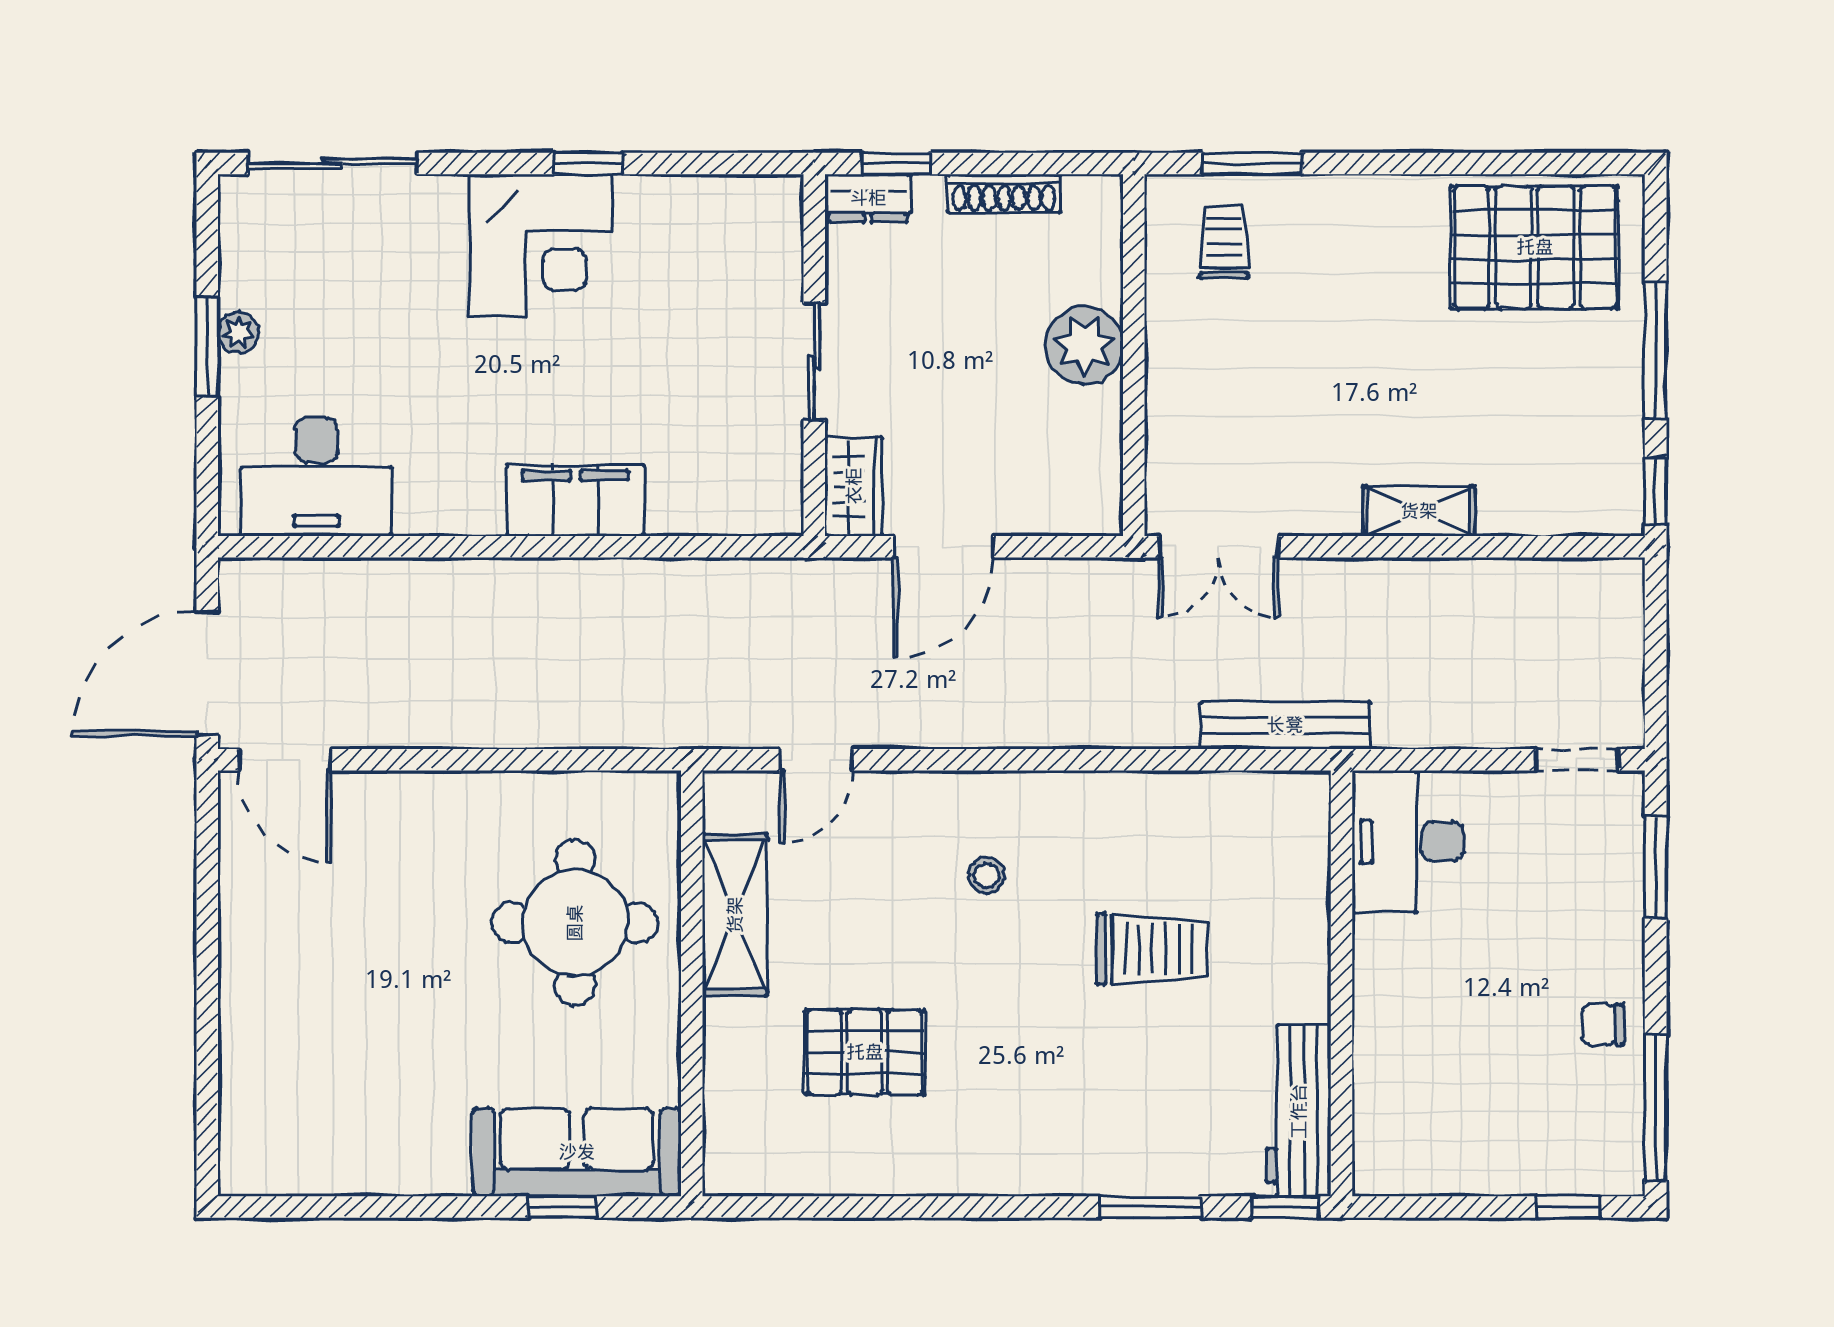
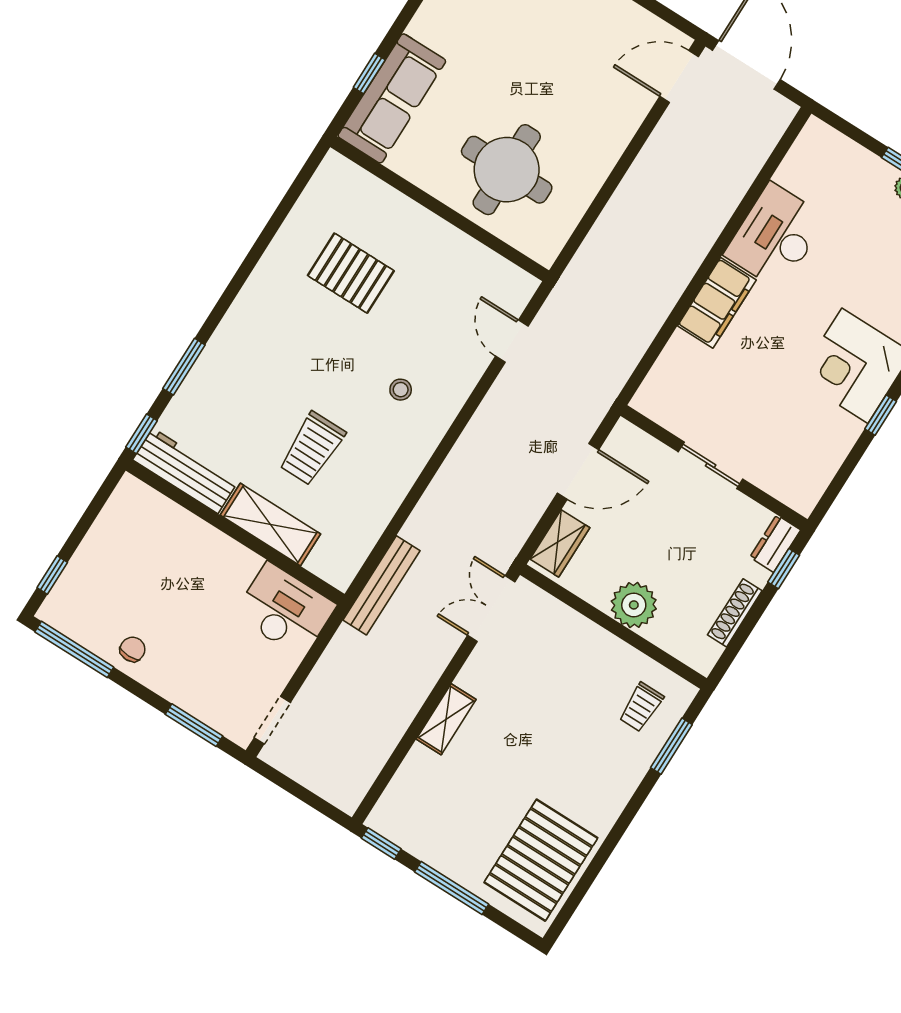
trolley: (1224, 242) -> (641, 707), turned 90
desk: (316, 477) -> (775, 236), moved
wardrobe: (854, 486) -> (560, 543), moved, turned -90
door: (943, 547) -> (578, 471), swing flipped
shelving: (735, 915) -> (270, 525), moved
pallet: (865, 1052) -> (351, 273), turned 90

